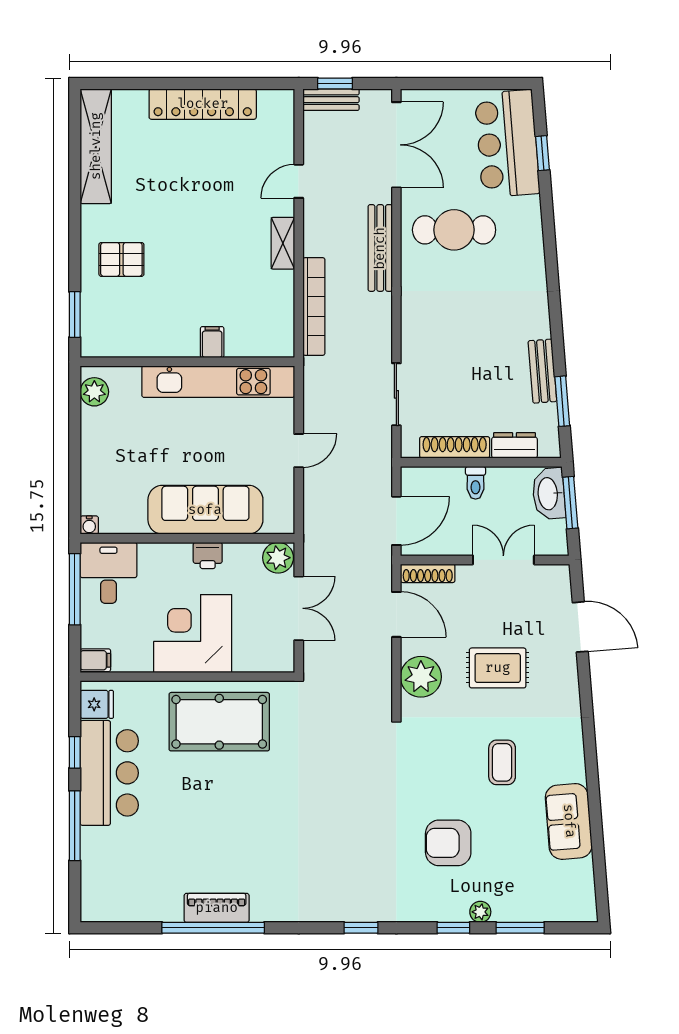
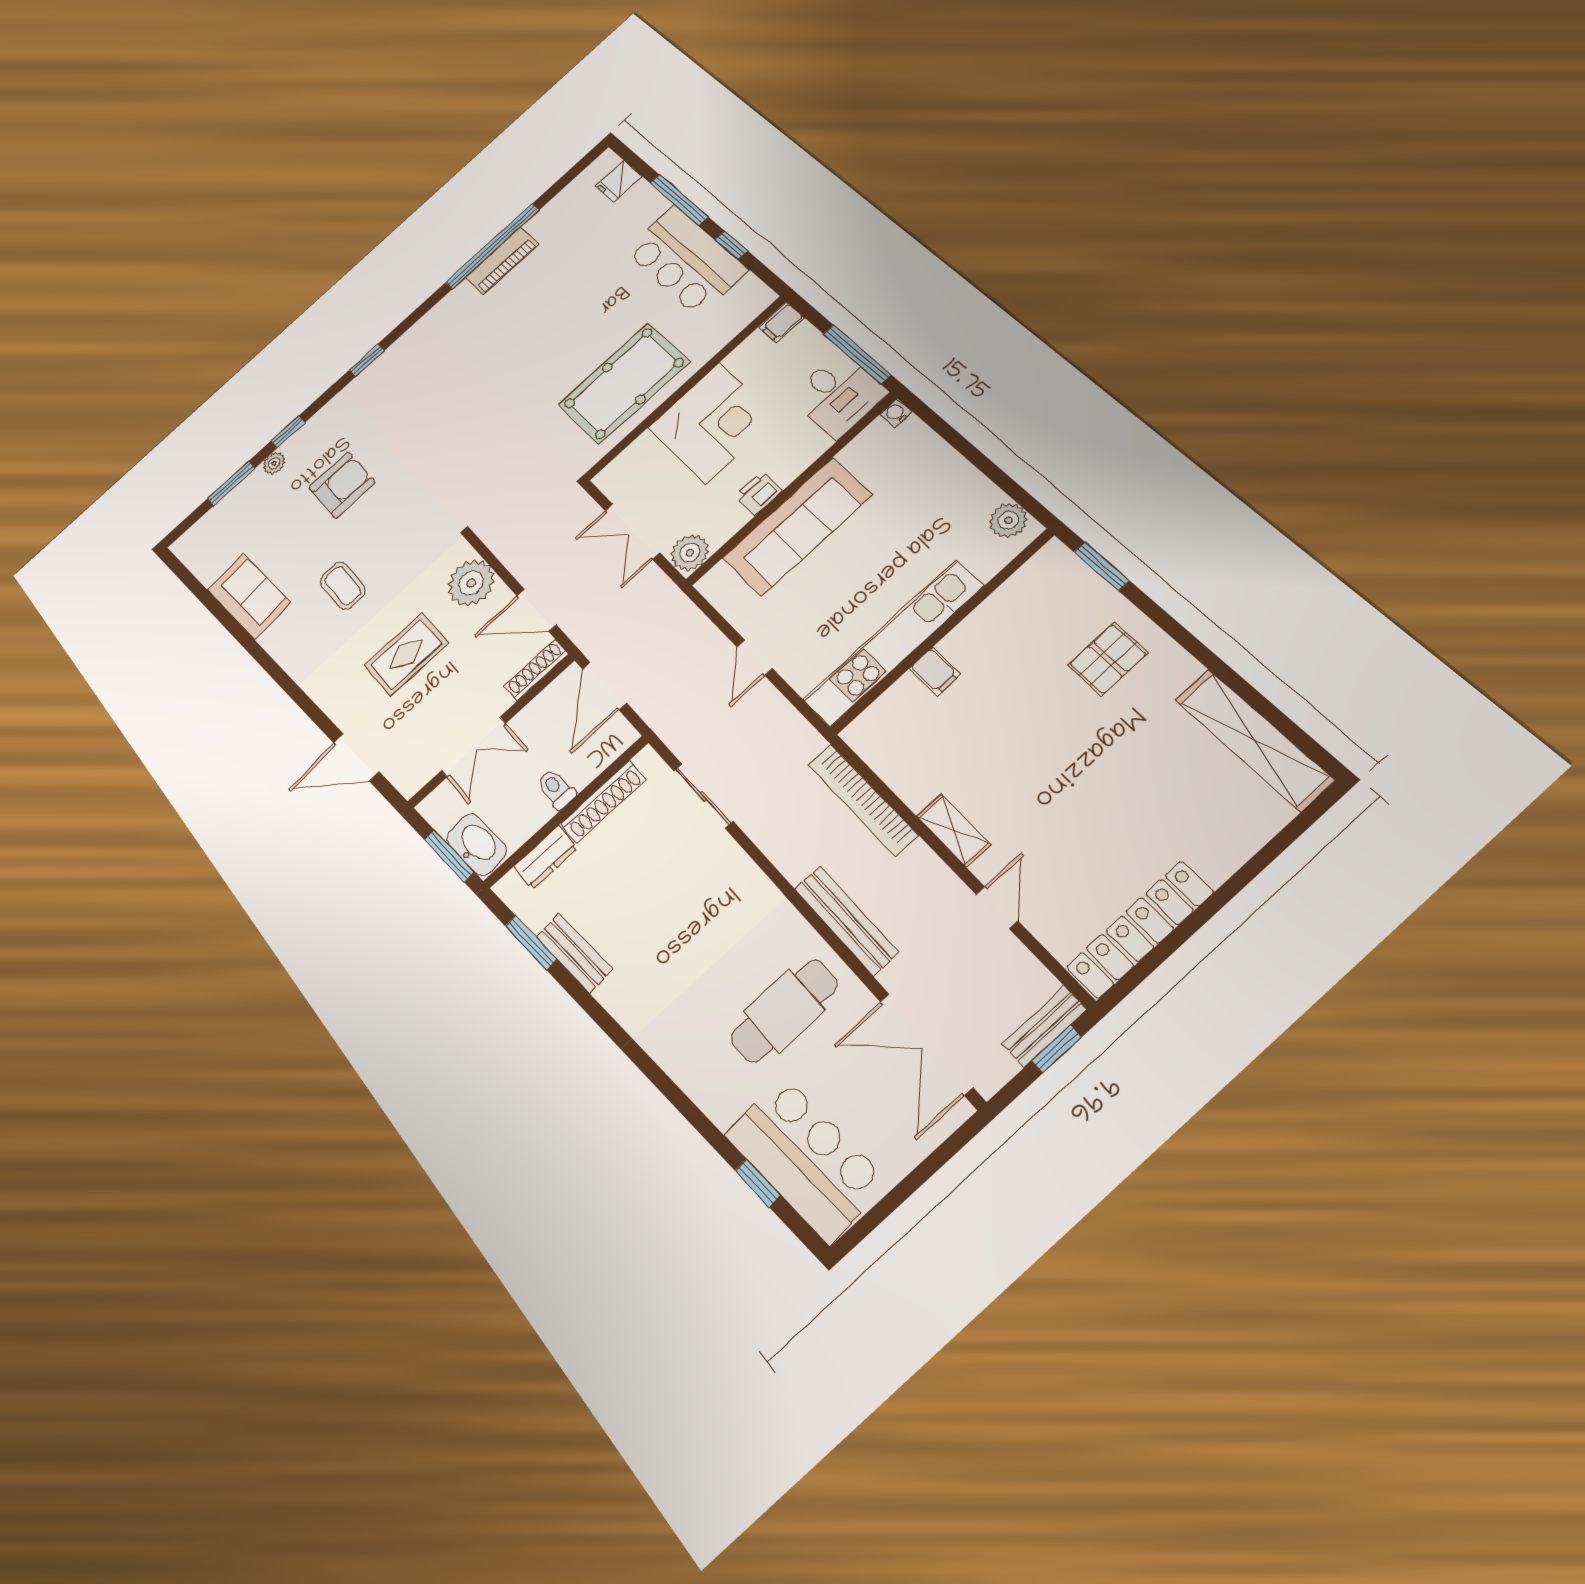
locker: (203, 104) -> (1140, 930), moved
fridge: (97, 704) -> (619, 181), moved

